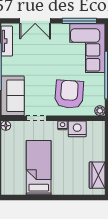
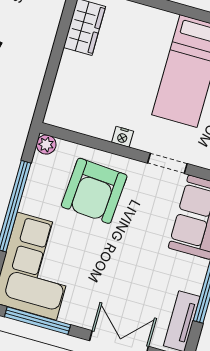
nightstand: (77, 129) -> (97, 123), removed

